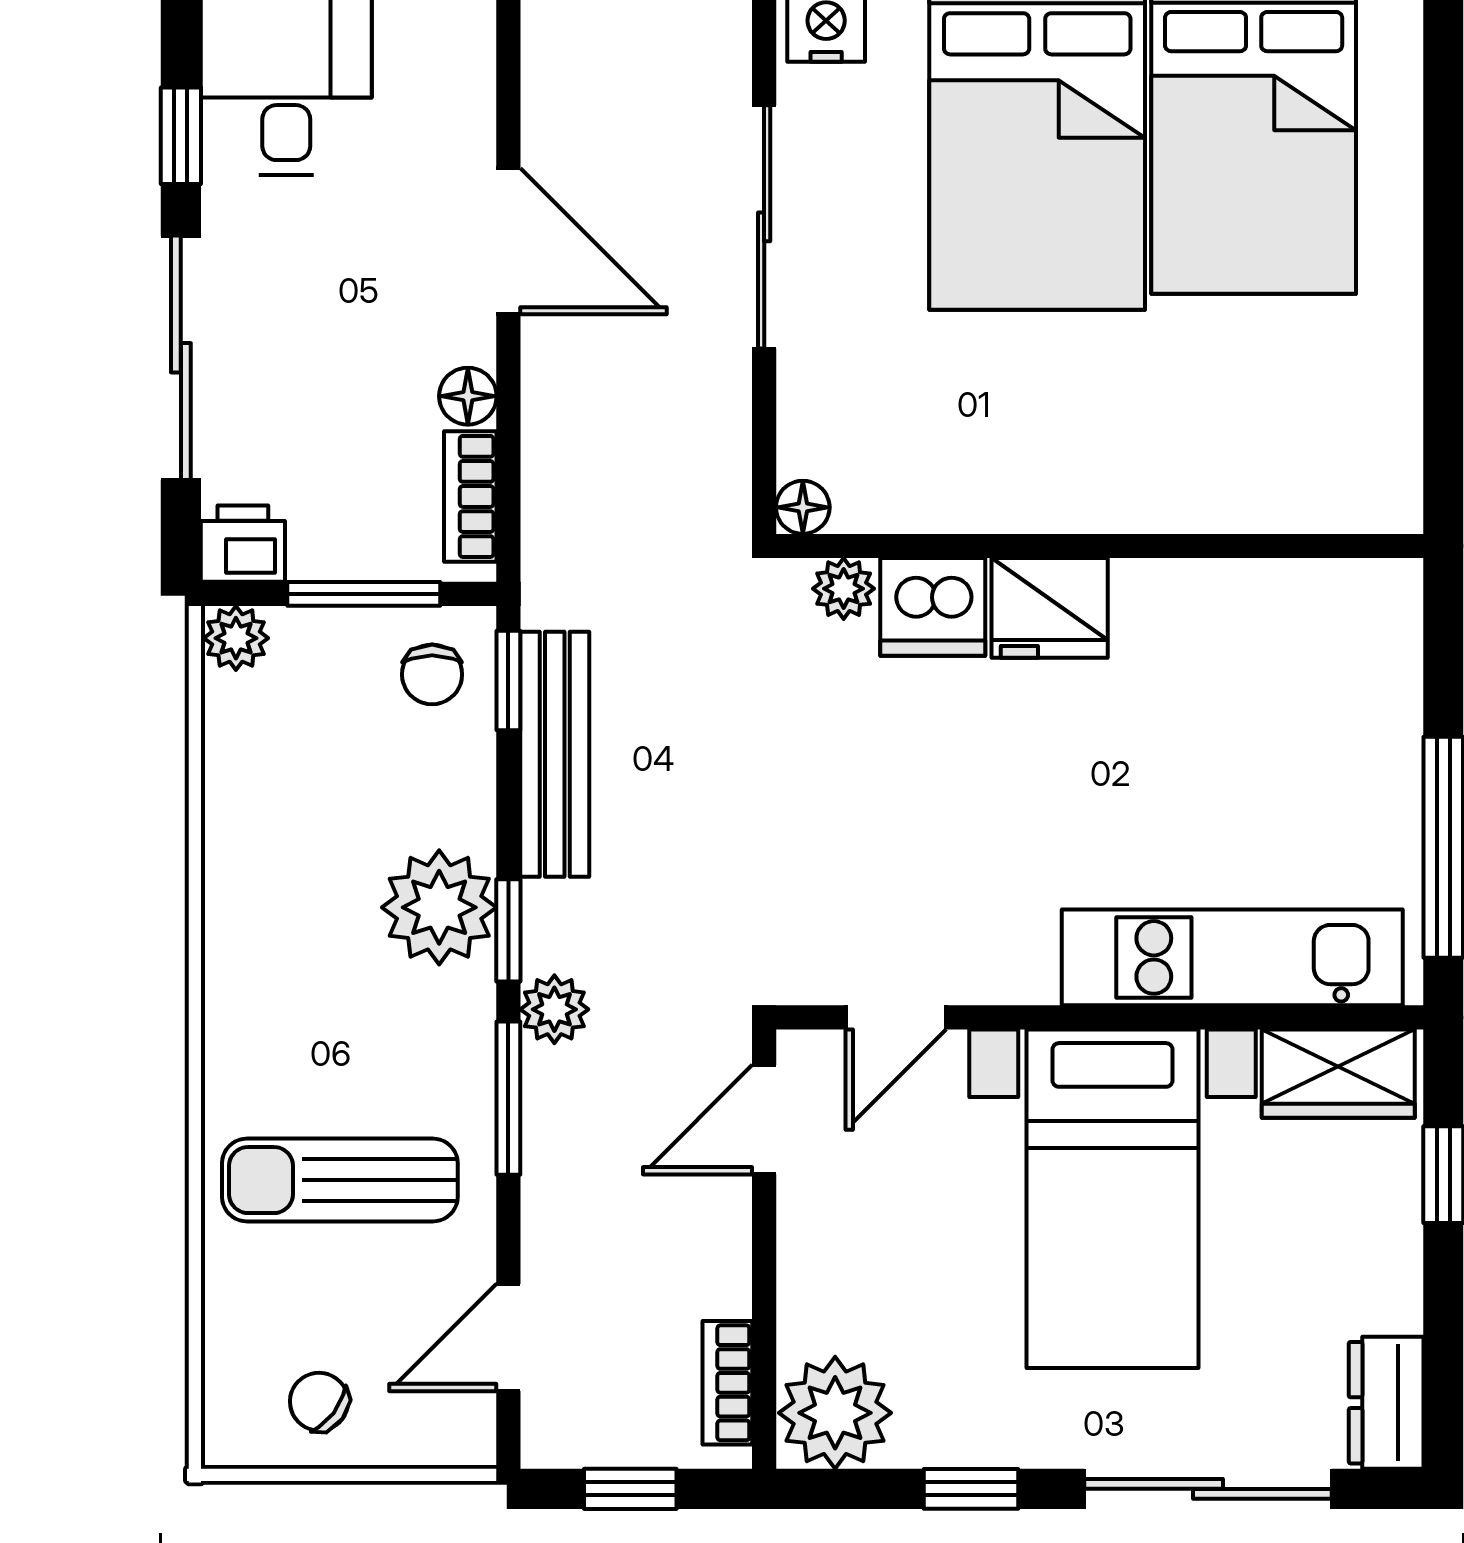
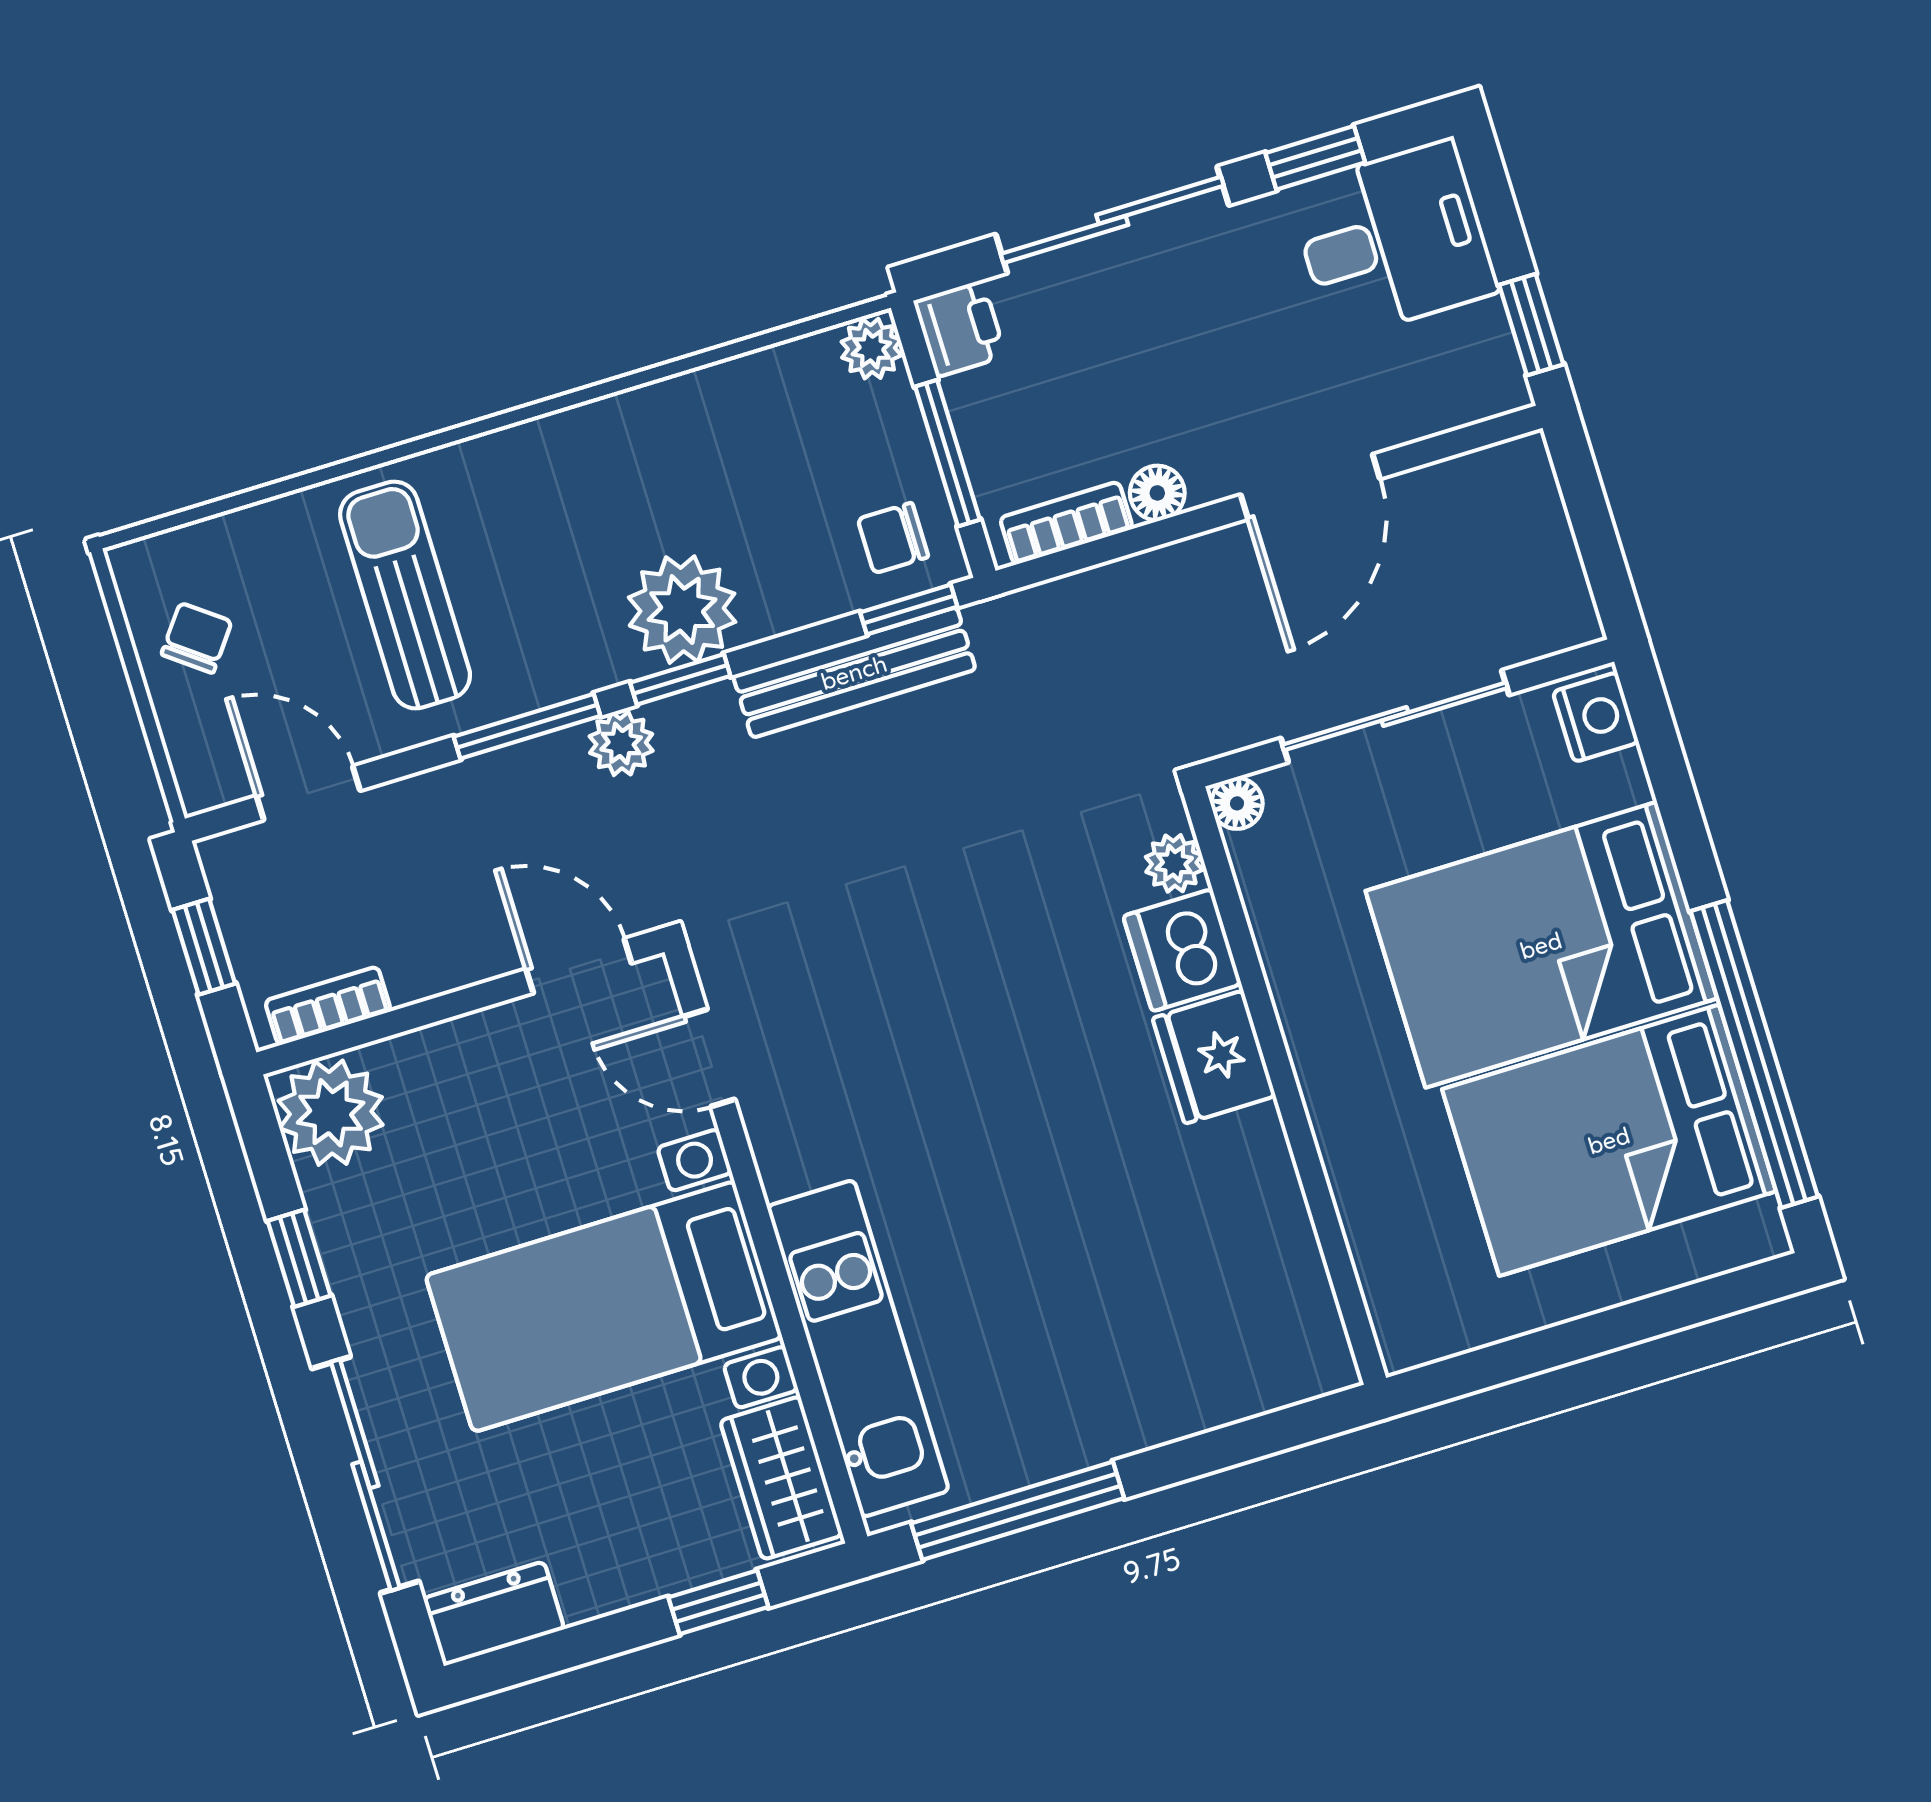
floor lamp: (803, 507) -> (1237, 803), moved
wall: (1100, 546) -> (1285, 1086), moved
plant: (844, 589) -> (1174, 863), moved
dishwasher: (933, 607) -> (1182, 950), moved
fridge: (1050, 608) -> (1214, 1057), moved

